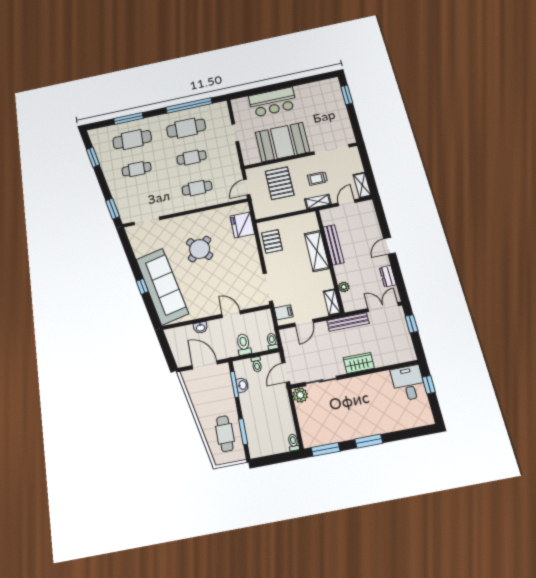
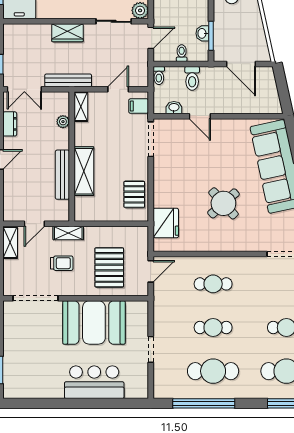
washbasin: (200, 328) -> (174, 108), moved

